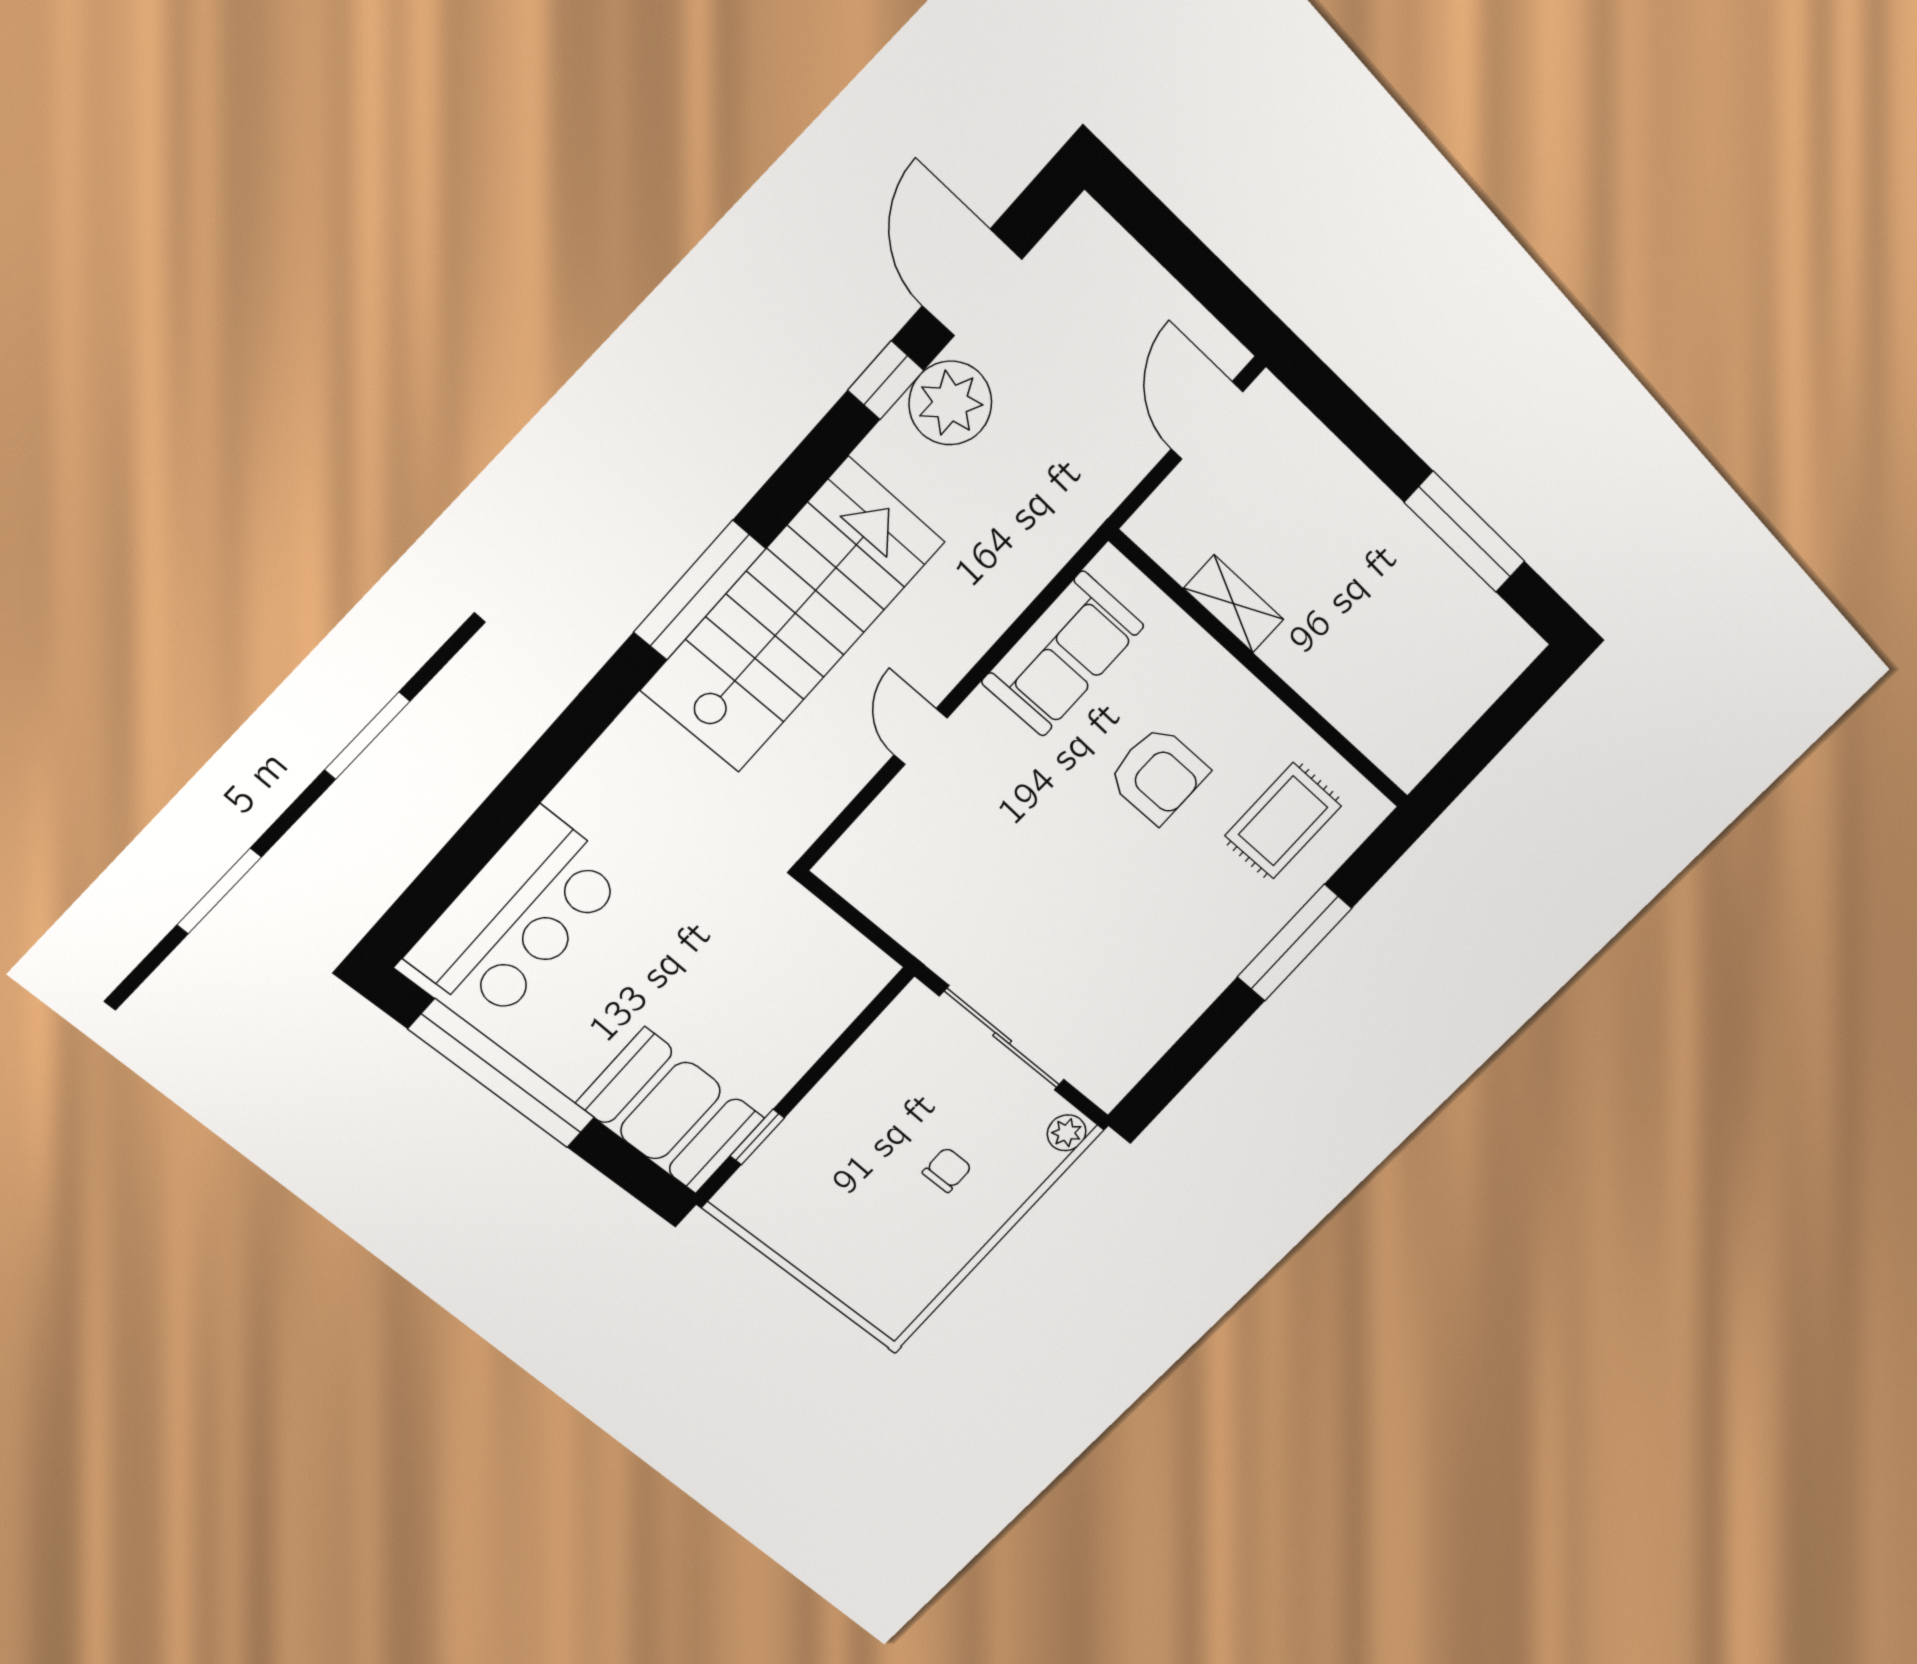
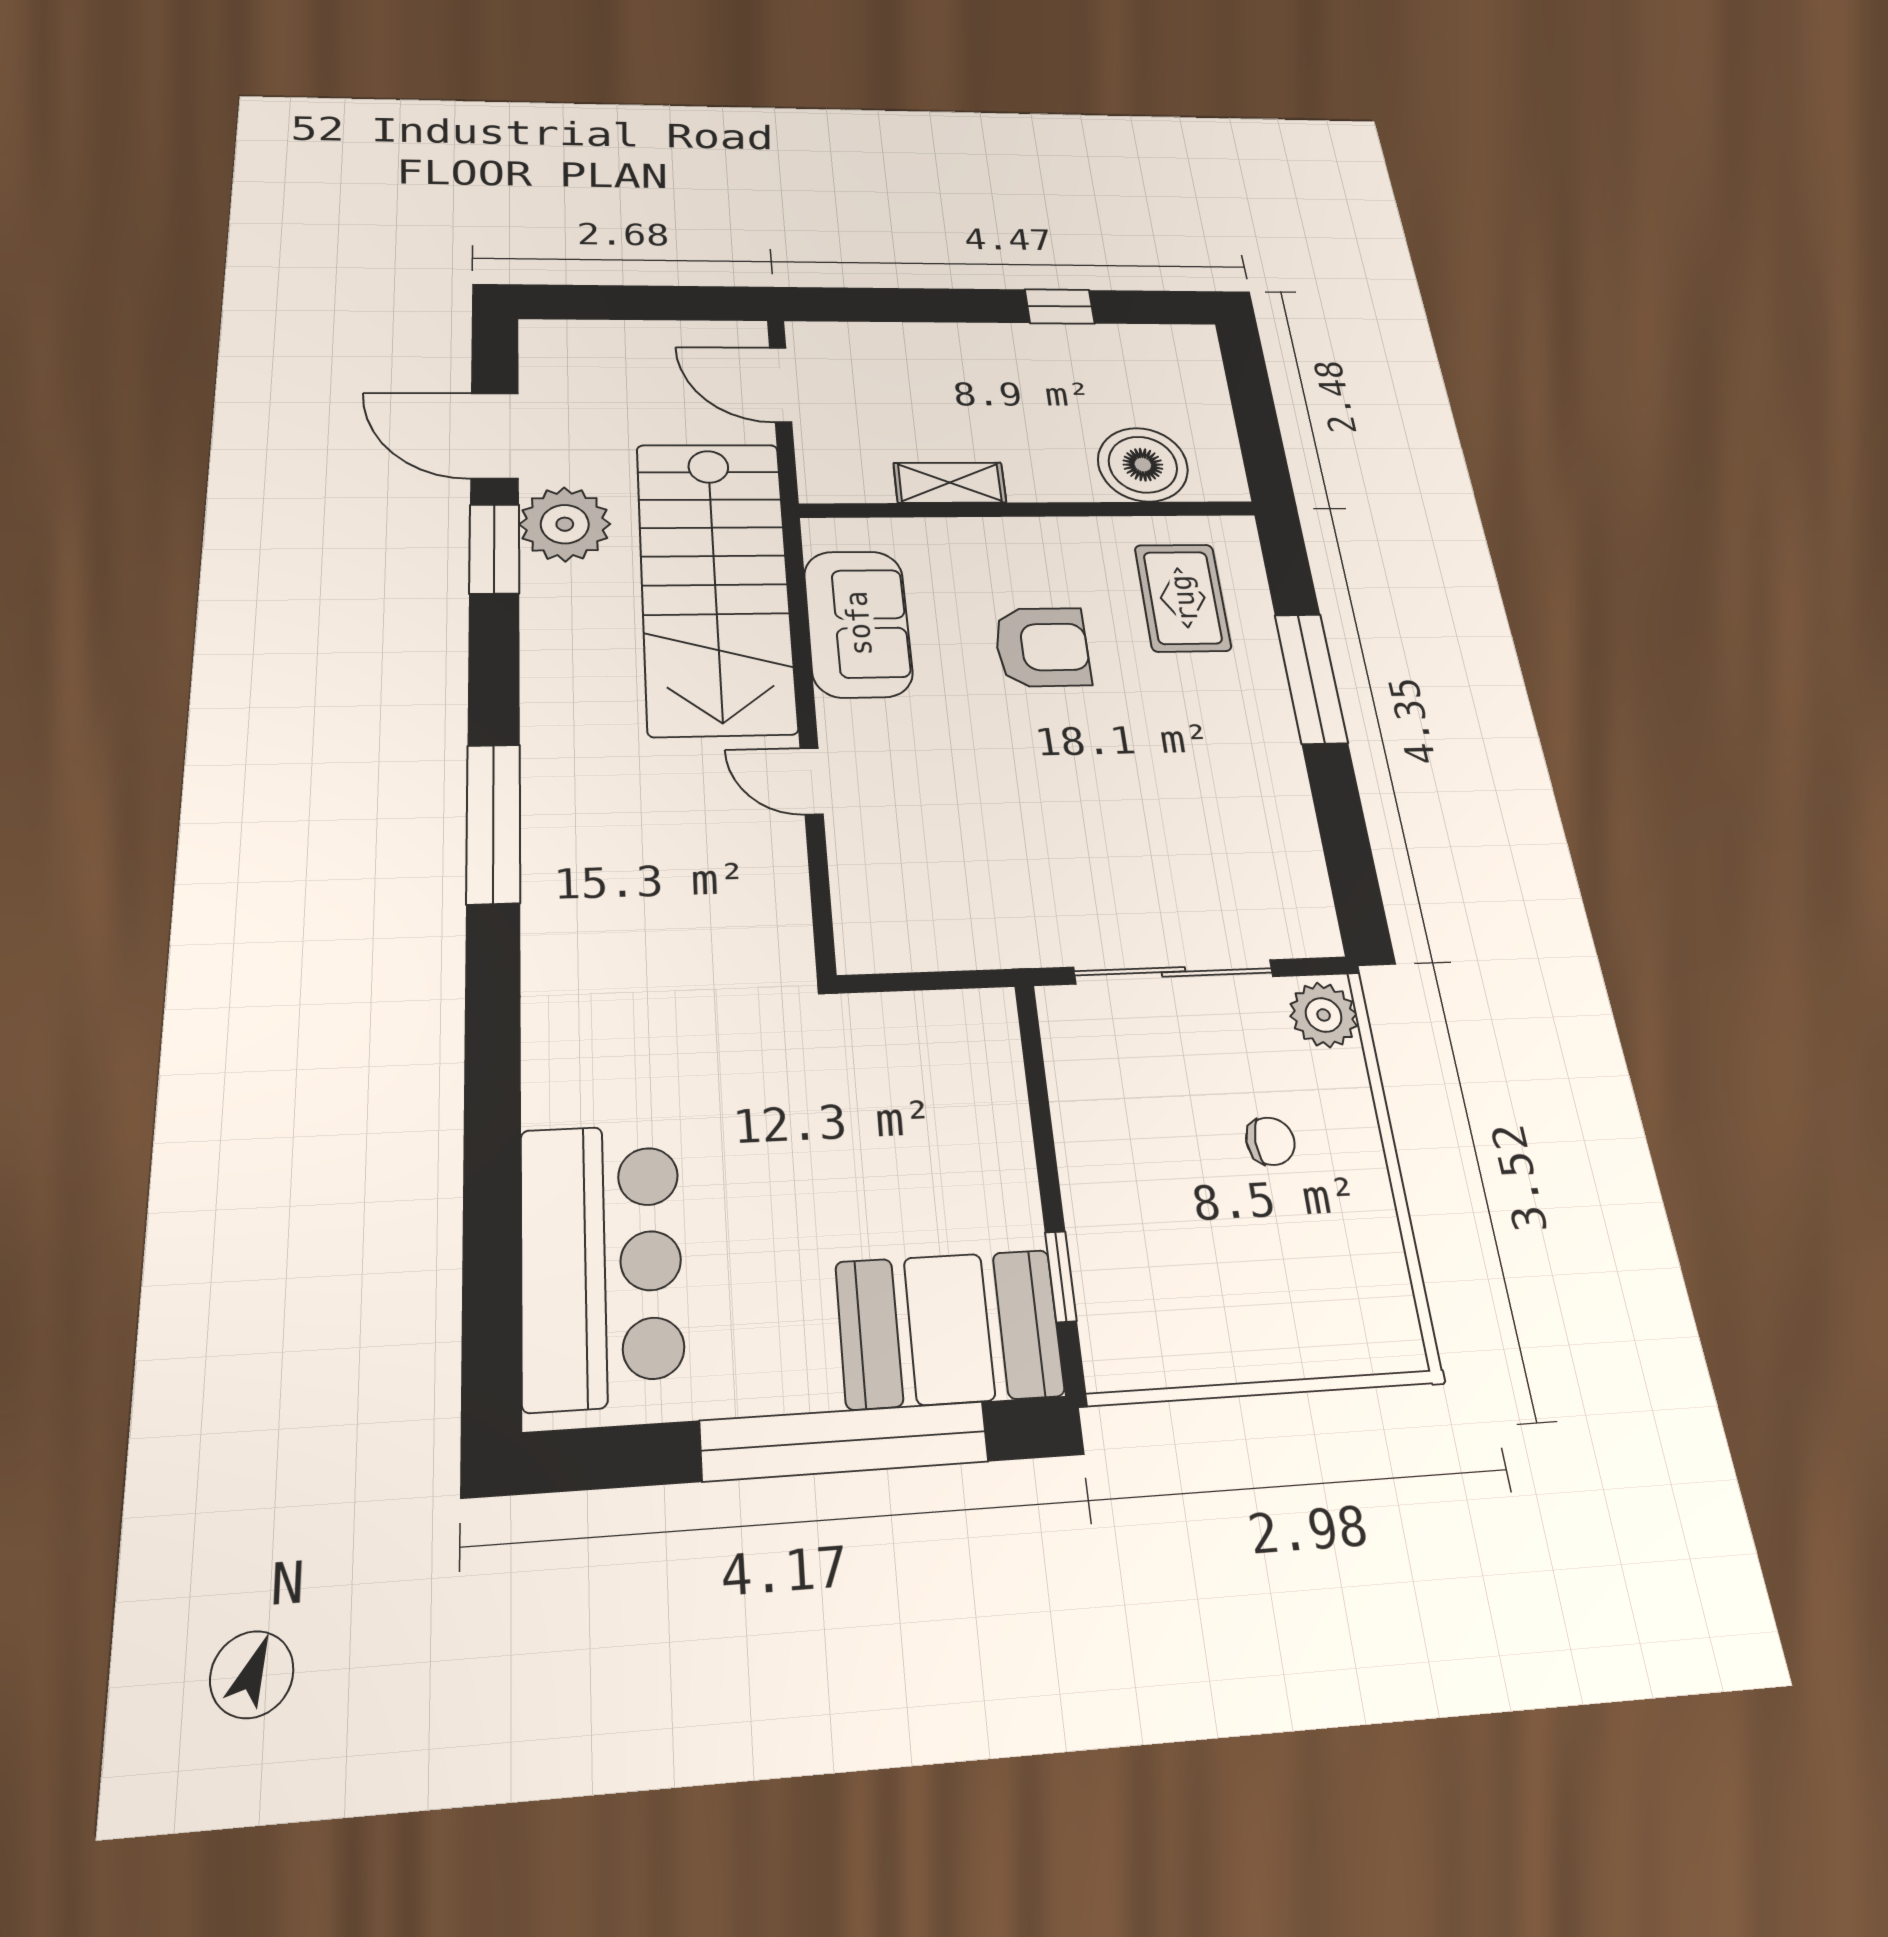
window: (886, 380) -> (494, 549), width x1.50
window: (1465, 532) -> (1060, 306), width x0.46
stairs: (793, 616) -> (715, 585), moved, turned 180
boiler: (1372, 706) -> (1143, 465), added
window: (502, 1074) -> (844, 1441), moved
plant: (1067, 1133) -> (1324, 1015), width x1.38, depth x1.38
chair: (947, 1170) -> (1270, 1141), turned 90

